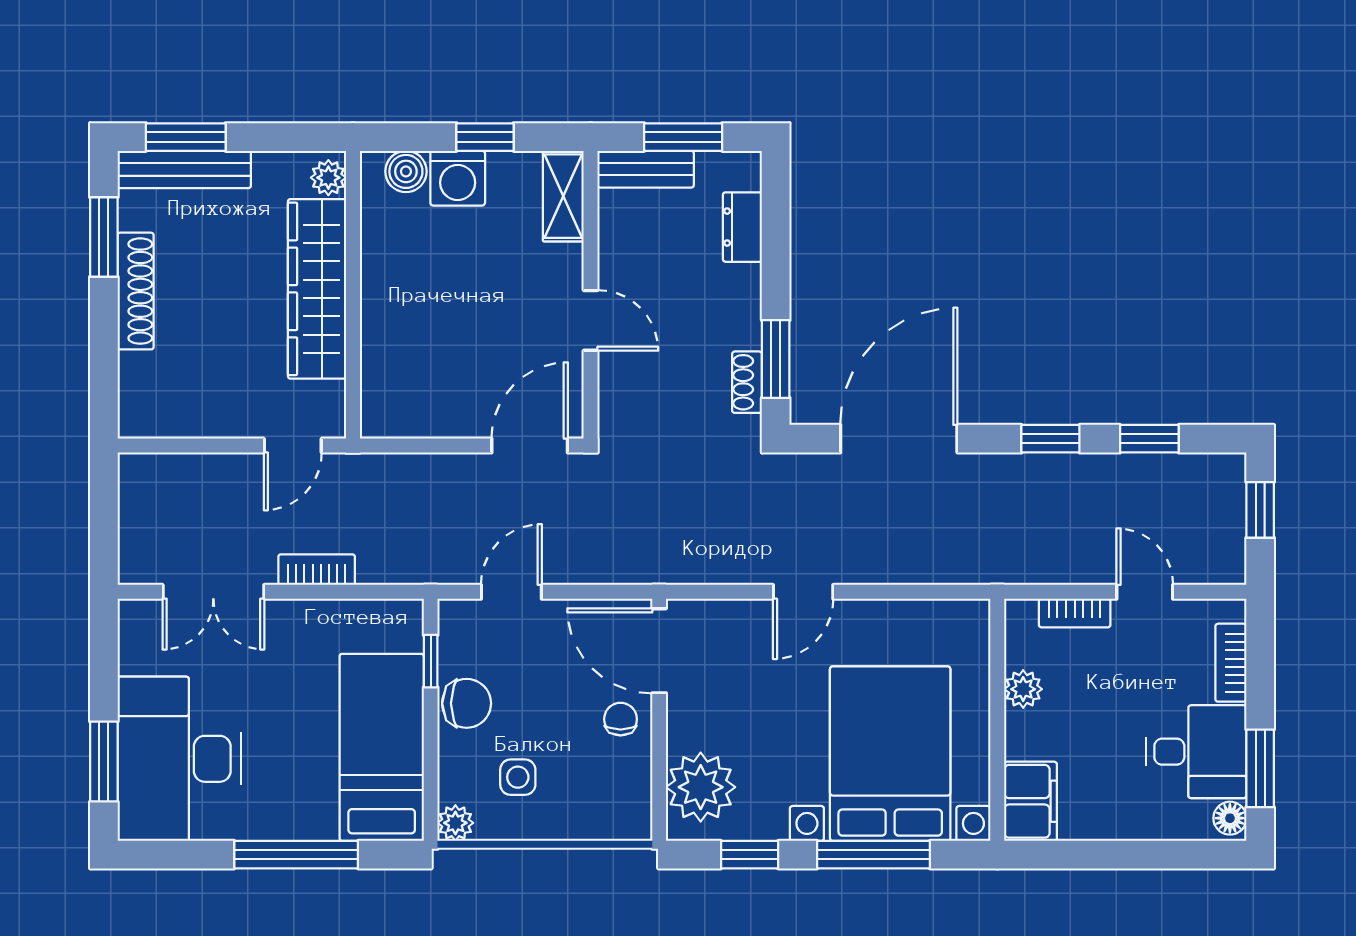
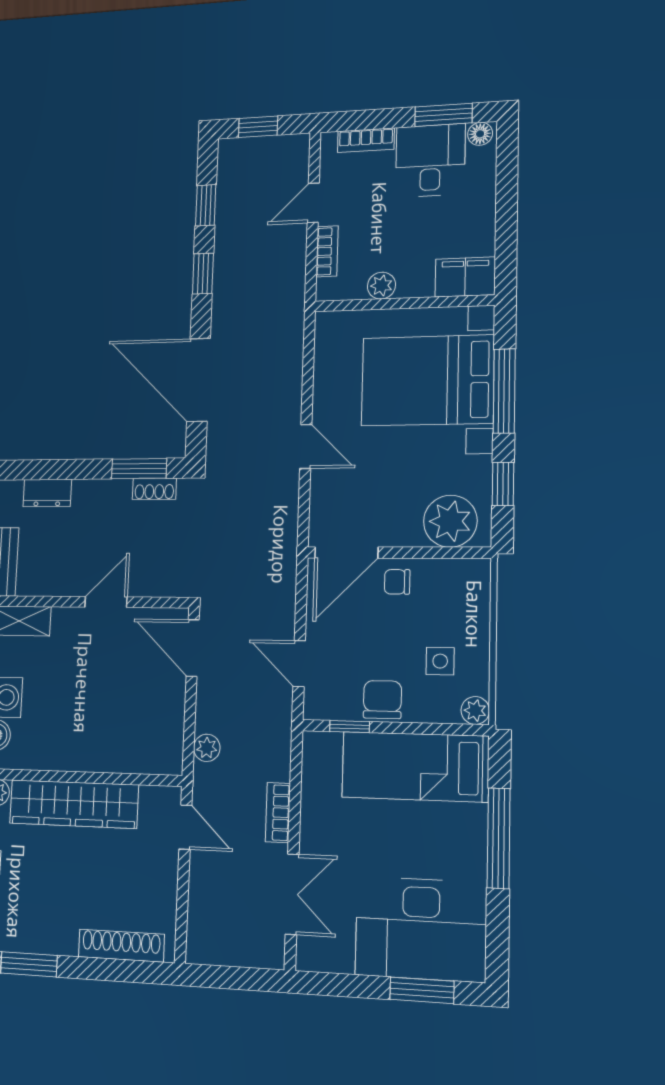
shoe rack: (136, 291) -> (121, 946), moved
plant: (397, 470) -> (207, 748), added

